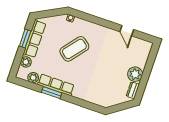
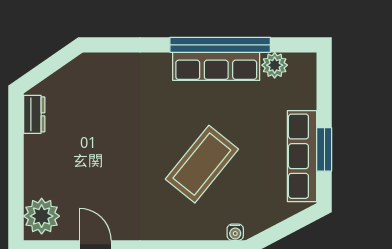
plant: (26, 62) -> (304, 96), removed
plant: (135, 74) -> (42, 216), moved
window: (52, 93) -> (220, 45), width x2.11

